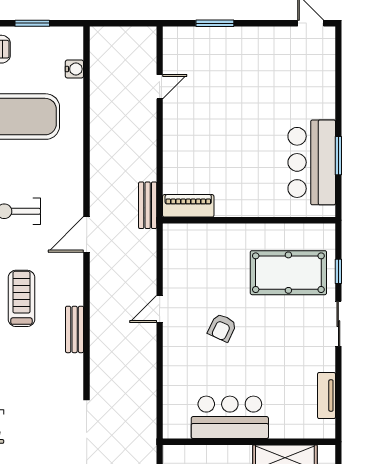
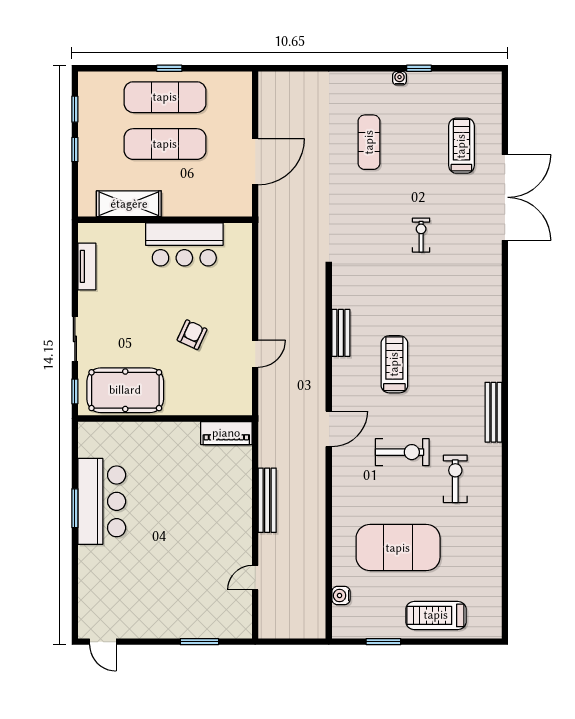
bench: (148, 205) -> (267, 500), moved, width x1.36
piano: (188, 206) -> (226, 433), moved
wall: (249, 220) -> (165, 418), moved
treadmill: (21, 298) -> (394, 364), turned 180

